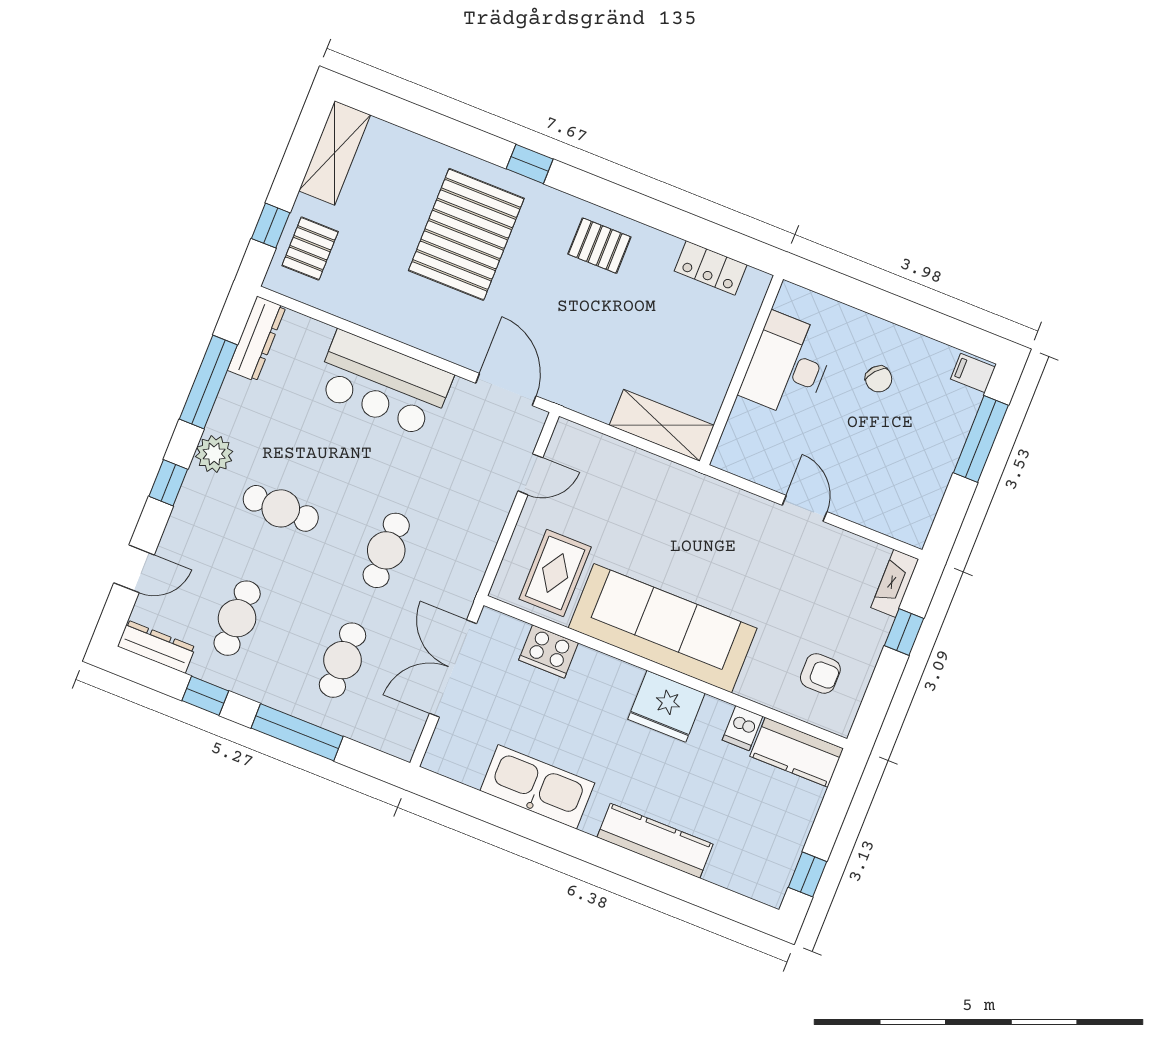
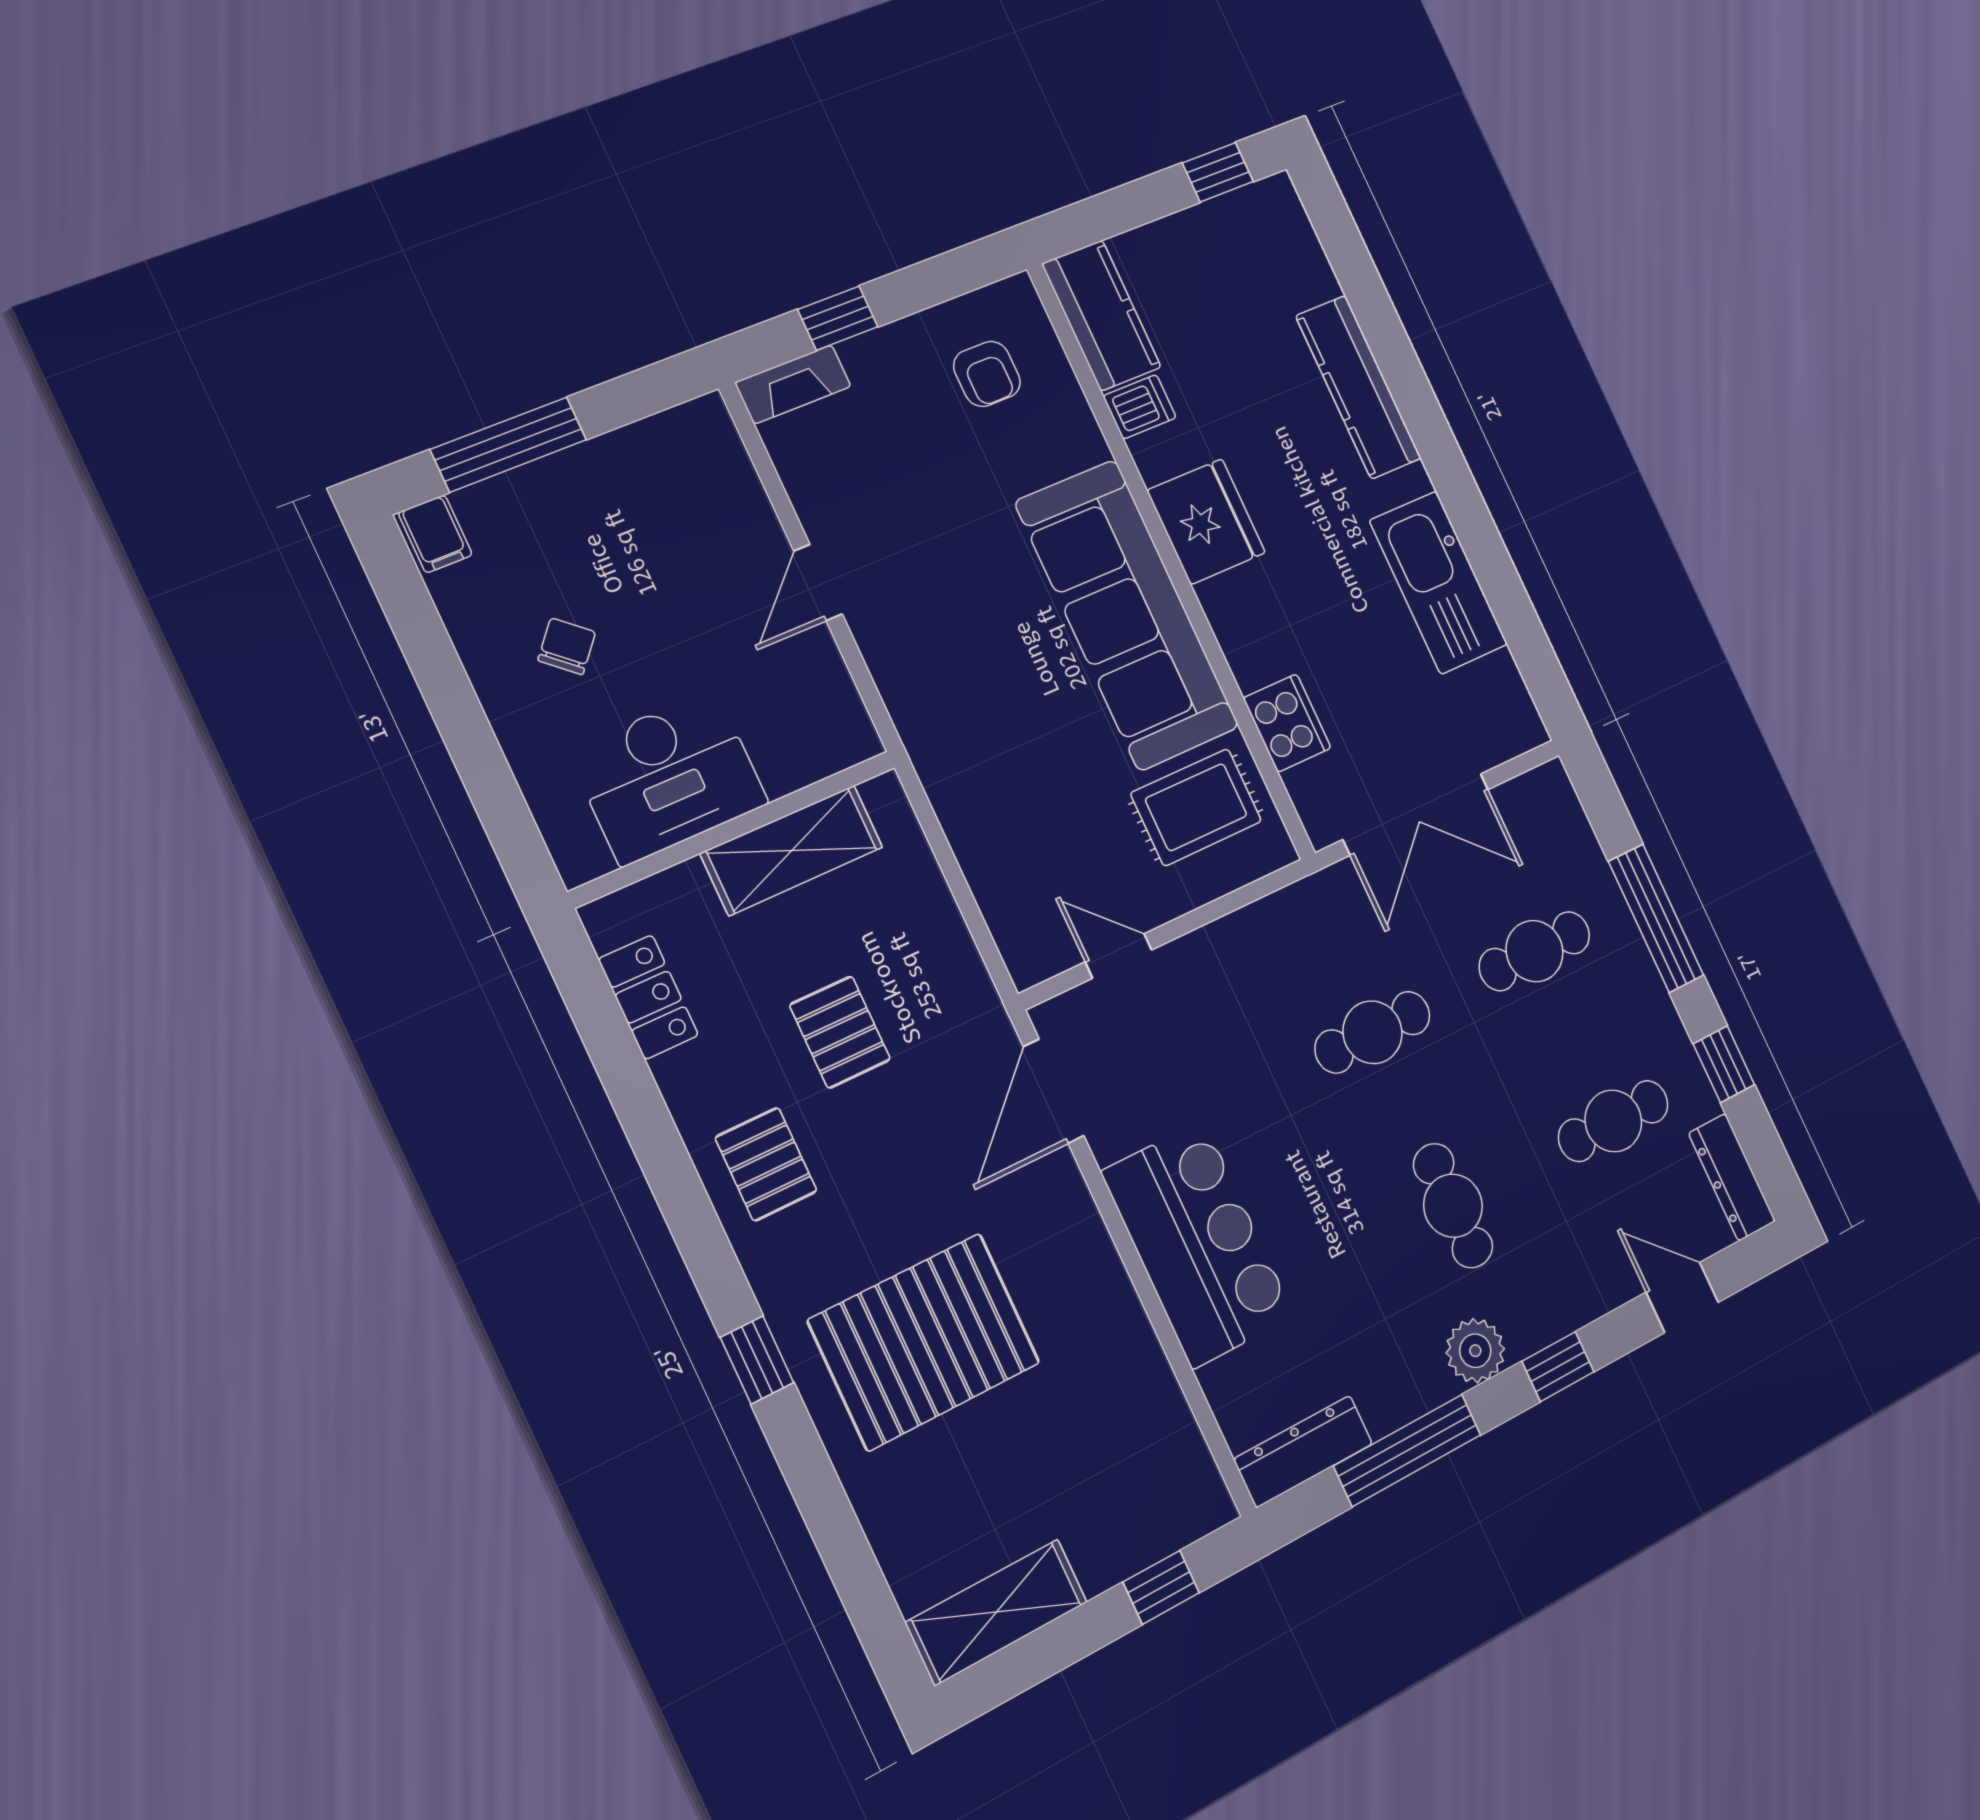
pallet: (310, 249) -> (840, 1032), moved, turned 90
shelving: (662, 425) -> (792, 850), moved, turned 90
armchair: (820, 673) -> (987, 374), turned 180

